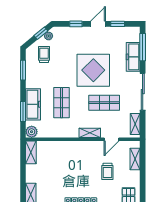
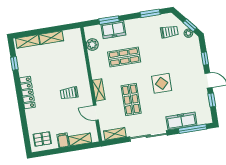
display table: (93, 70) -> (162, 83), width x0.54, depth x0.54
freezer: (33, 104) -> (113, 30), width x0.71
plant: (32, 132) -> (92, 44), moved
shelving: (31, 152) -> (51, 38), moved
trolley: (107, 171) -> (69, 93), moved
filing cabinet: (133, 176) -> (63, 140), added

